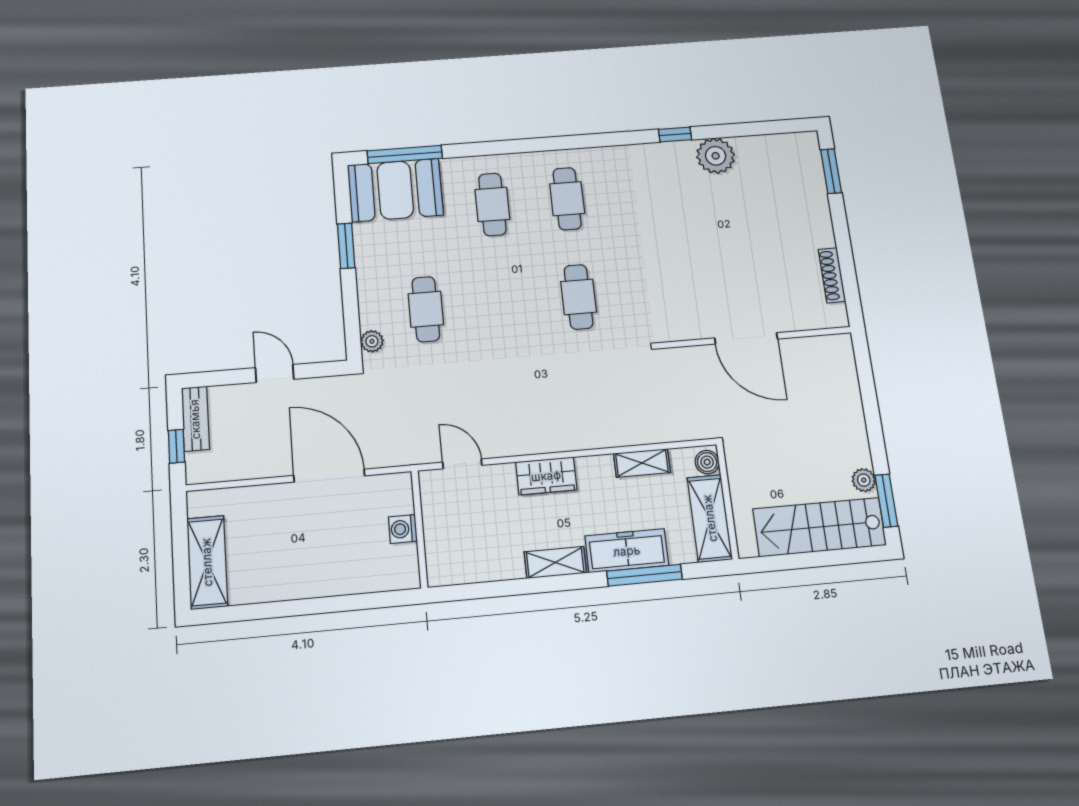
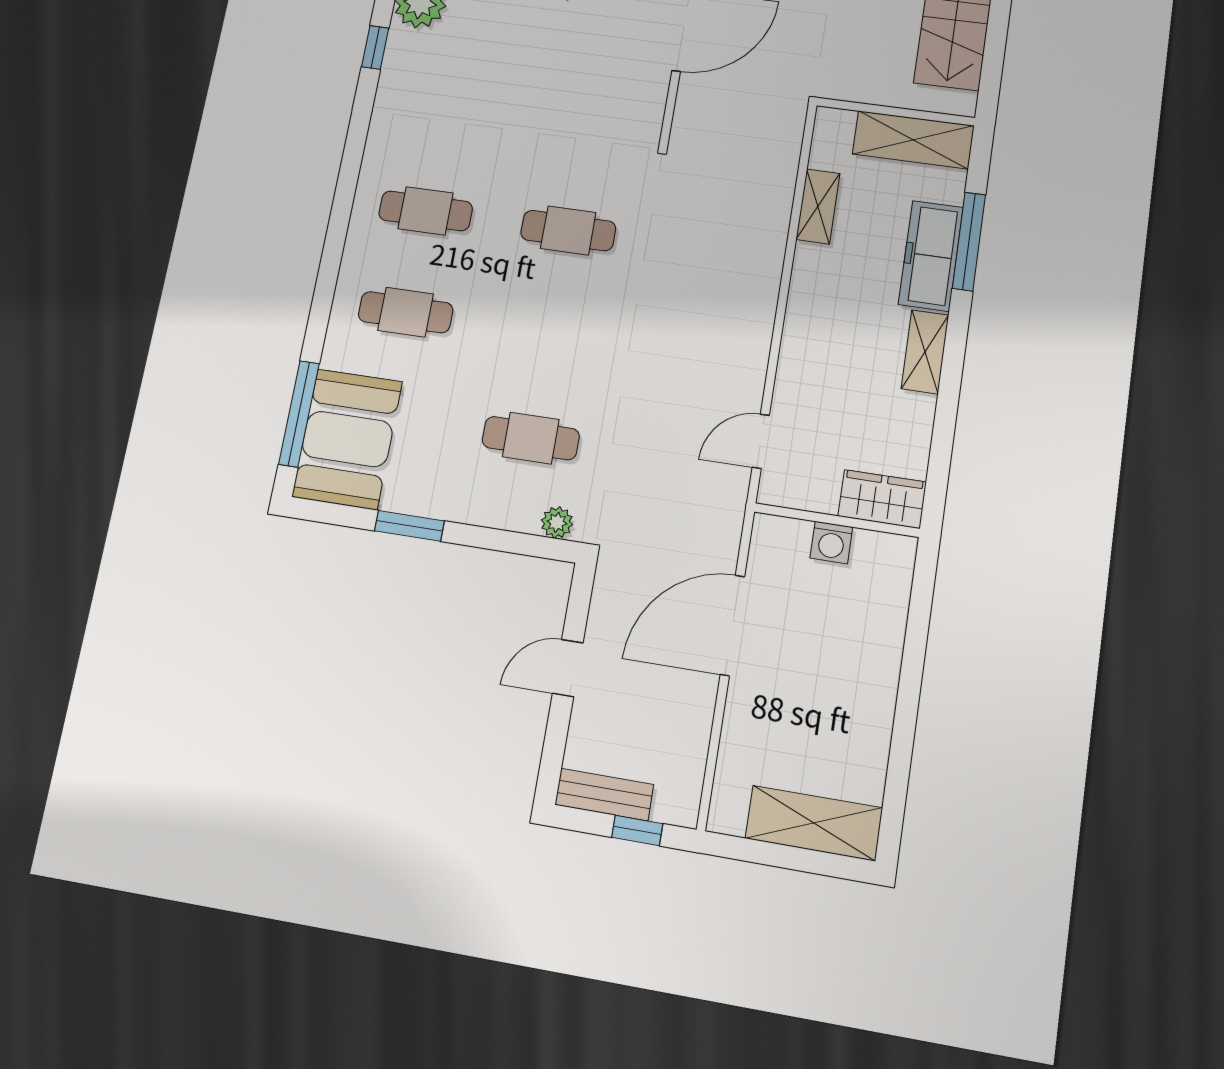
boiler: (707, 462) -> (837, 123), removed
wardrobe: (546, 476) -> (882, 499), moved, turned -90

